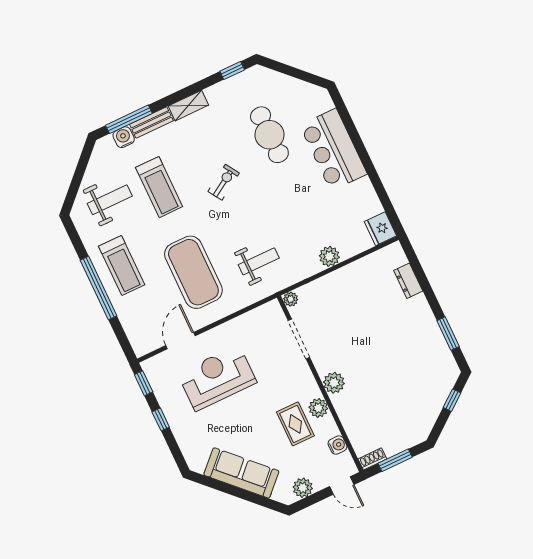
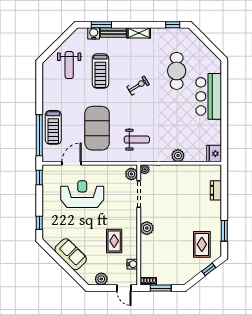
window: (129, 119) -> (101, 25), width x0.69
weight bench: (110, 200) -> (69, 65), turned 90
treadmill: (122, 265) -> (53, 127), moved
window: (99, 288) -> (39, 135), moved
rug: (425, 369) -> (202, 244), added
plant: (318, 408) -> (131, 174), moved
window: (161, 419) -> (39, 223), moved
sofa: (241, 473) -> (71, 254), width x0.73

